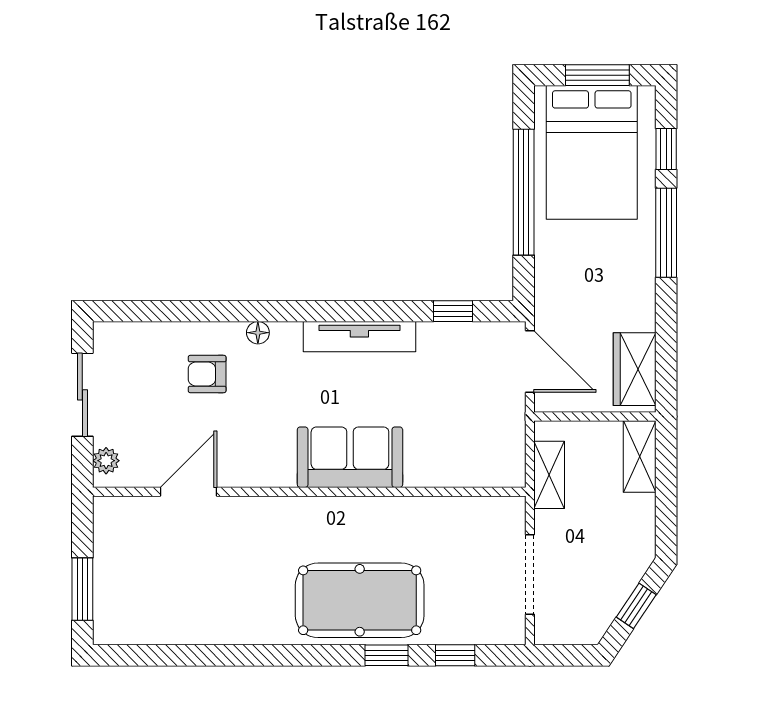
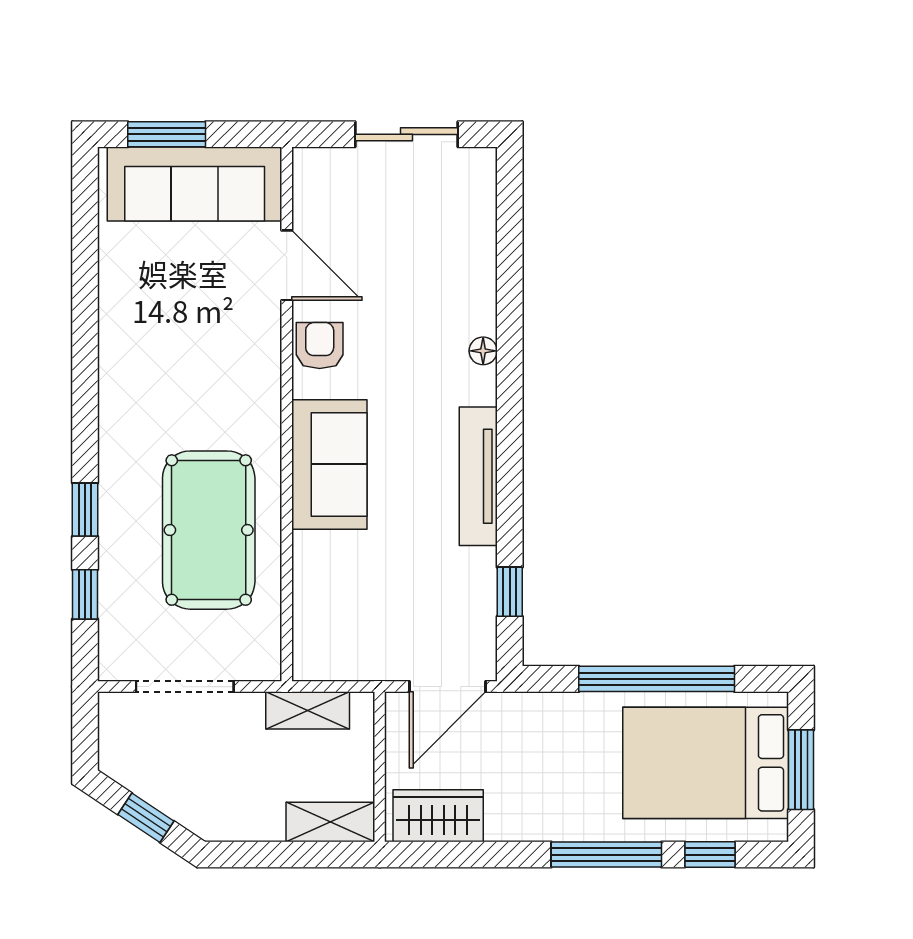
armchair: (207, 374) -> (320, 346), moved
plant: (106, 461) -> (325, 164), removed
sofa: (123, 566) -> (195, 184), added
pool table: (360, 600) -> (209, 530), moved

